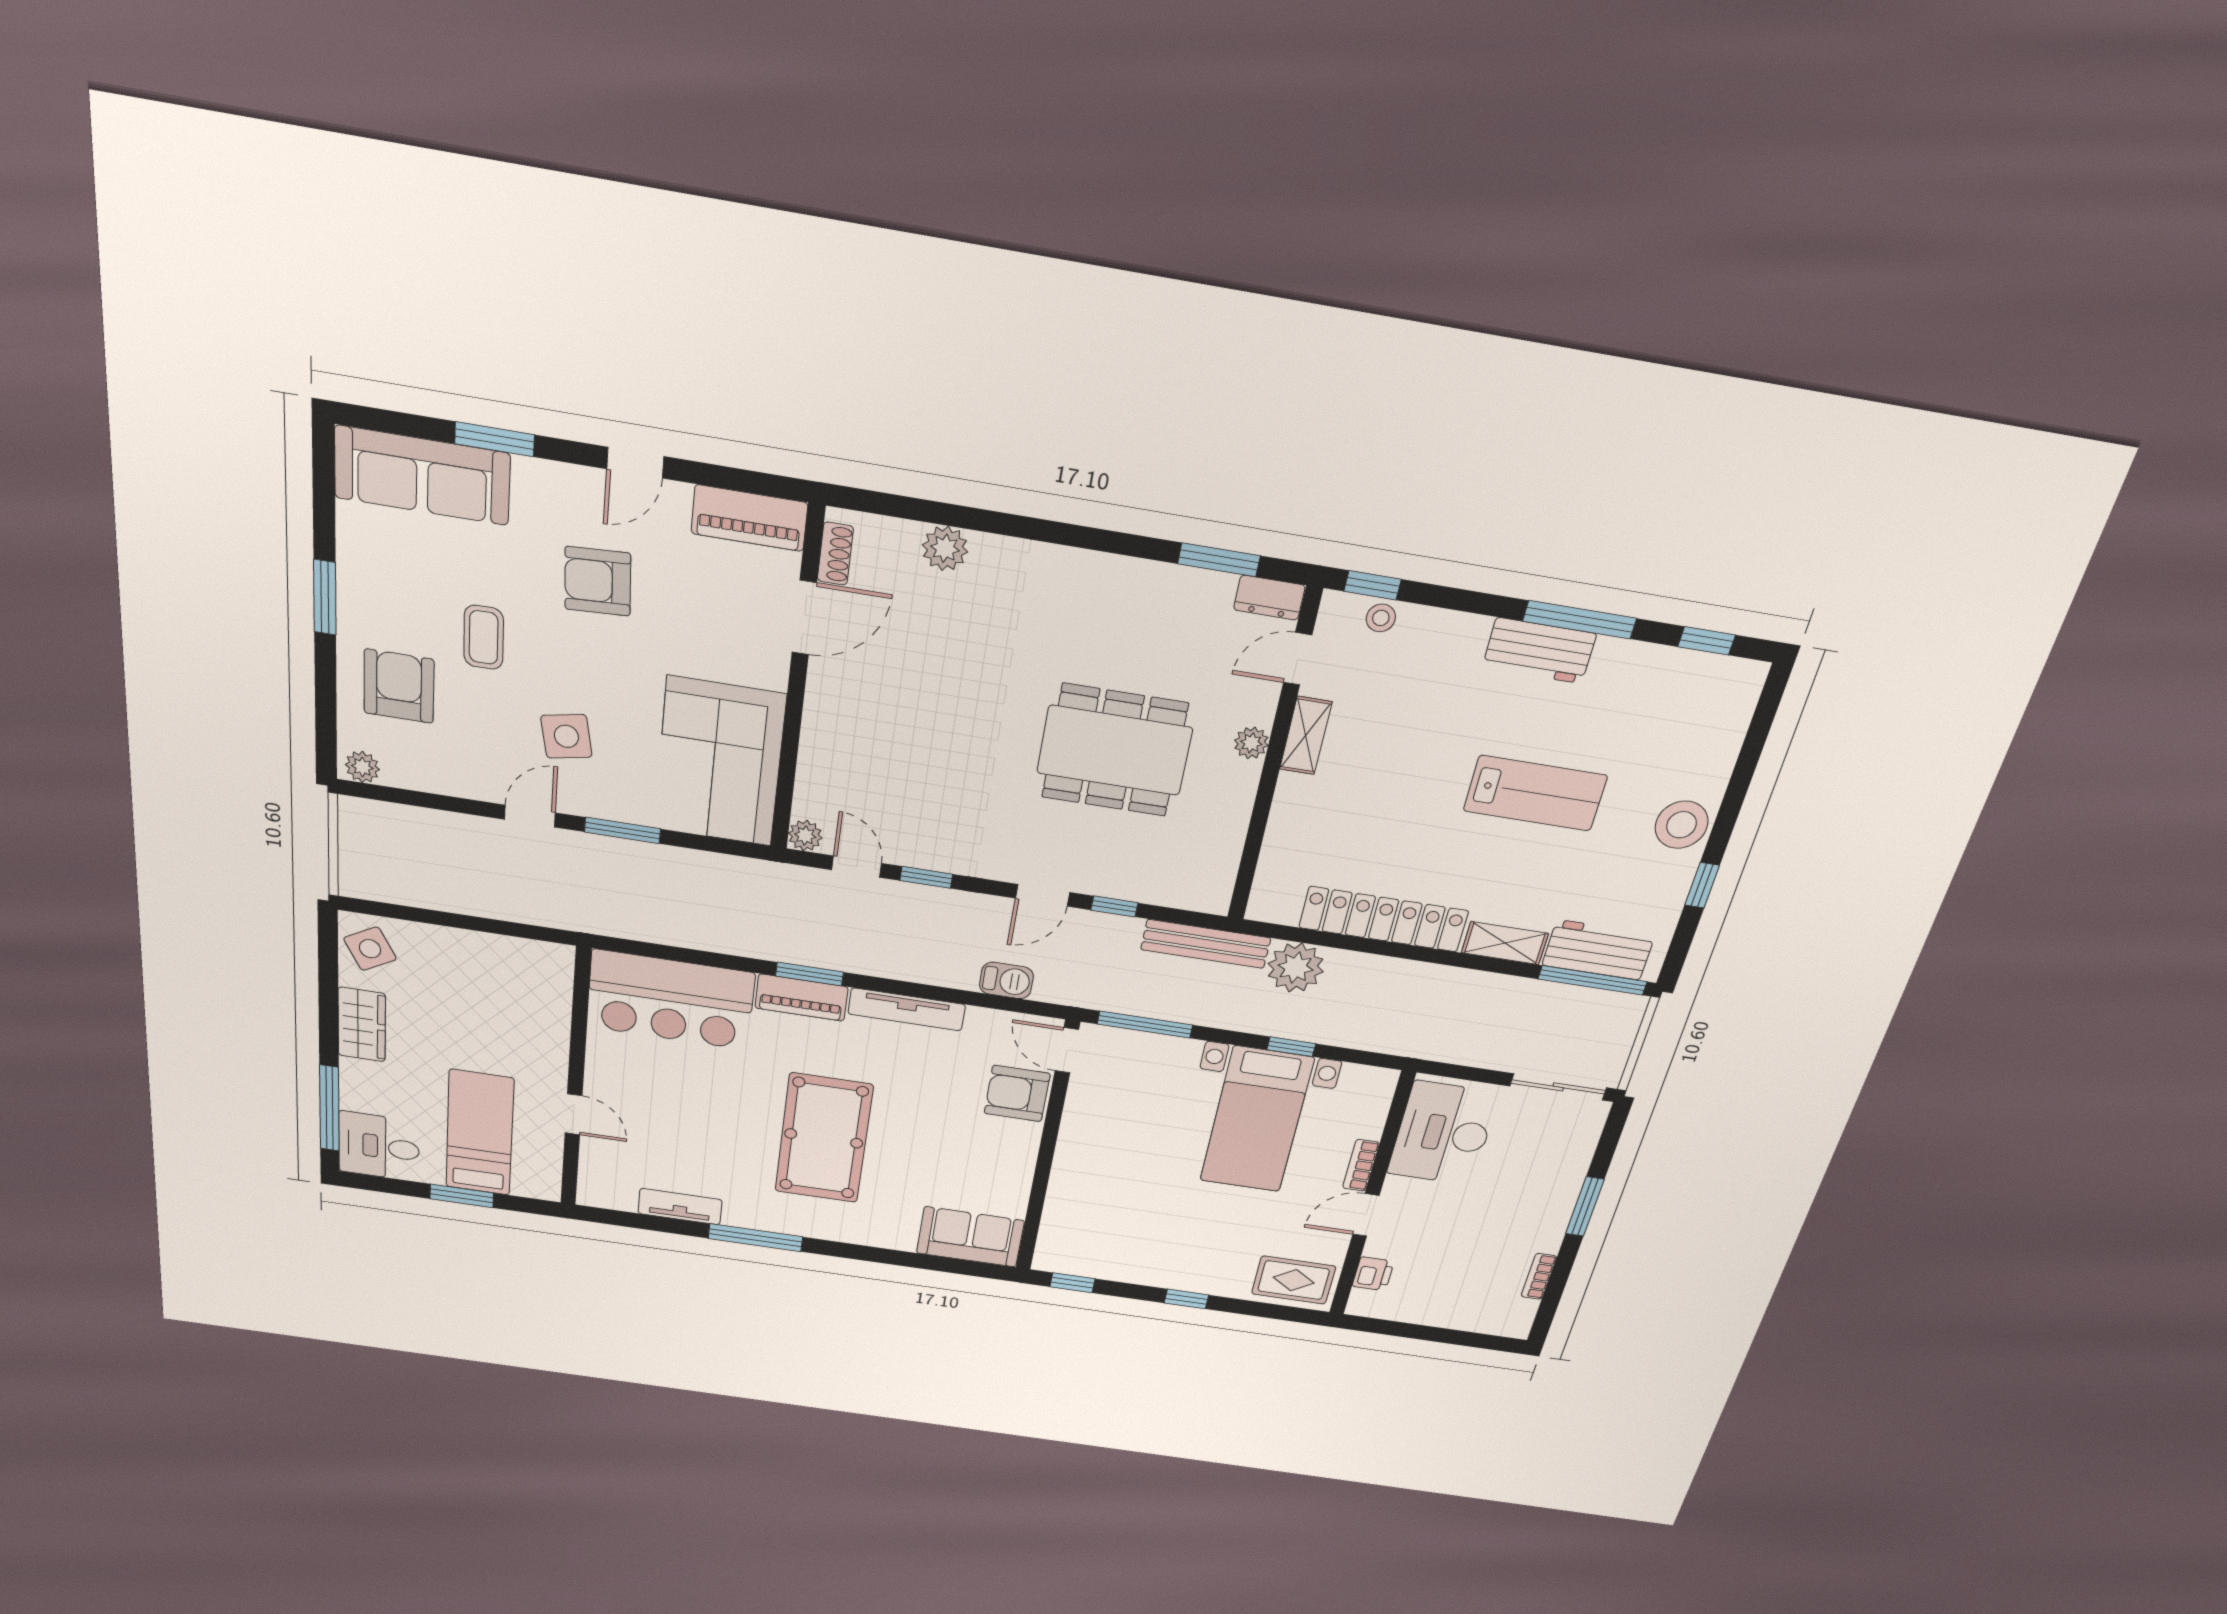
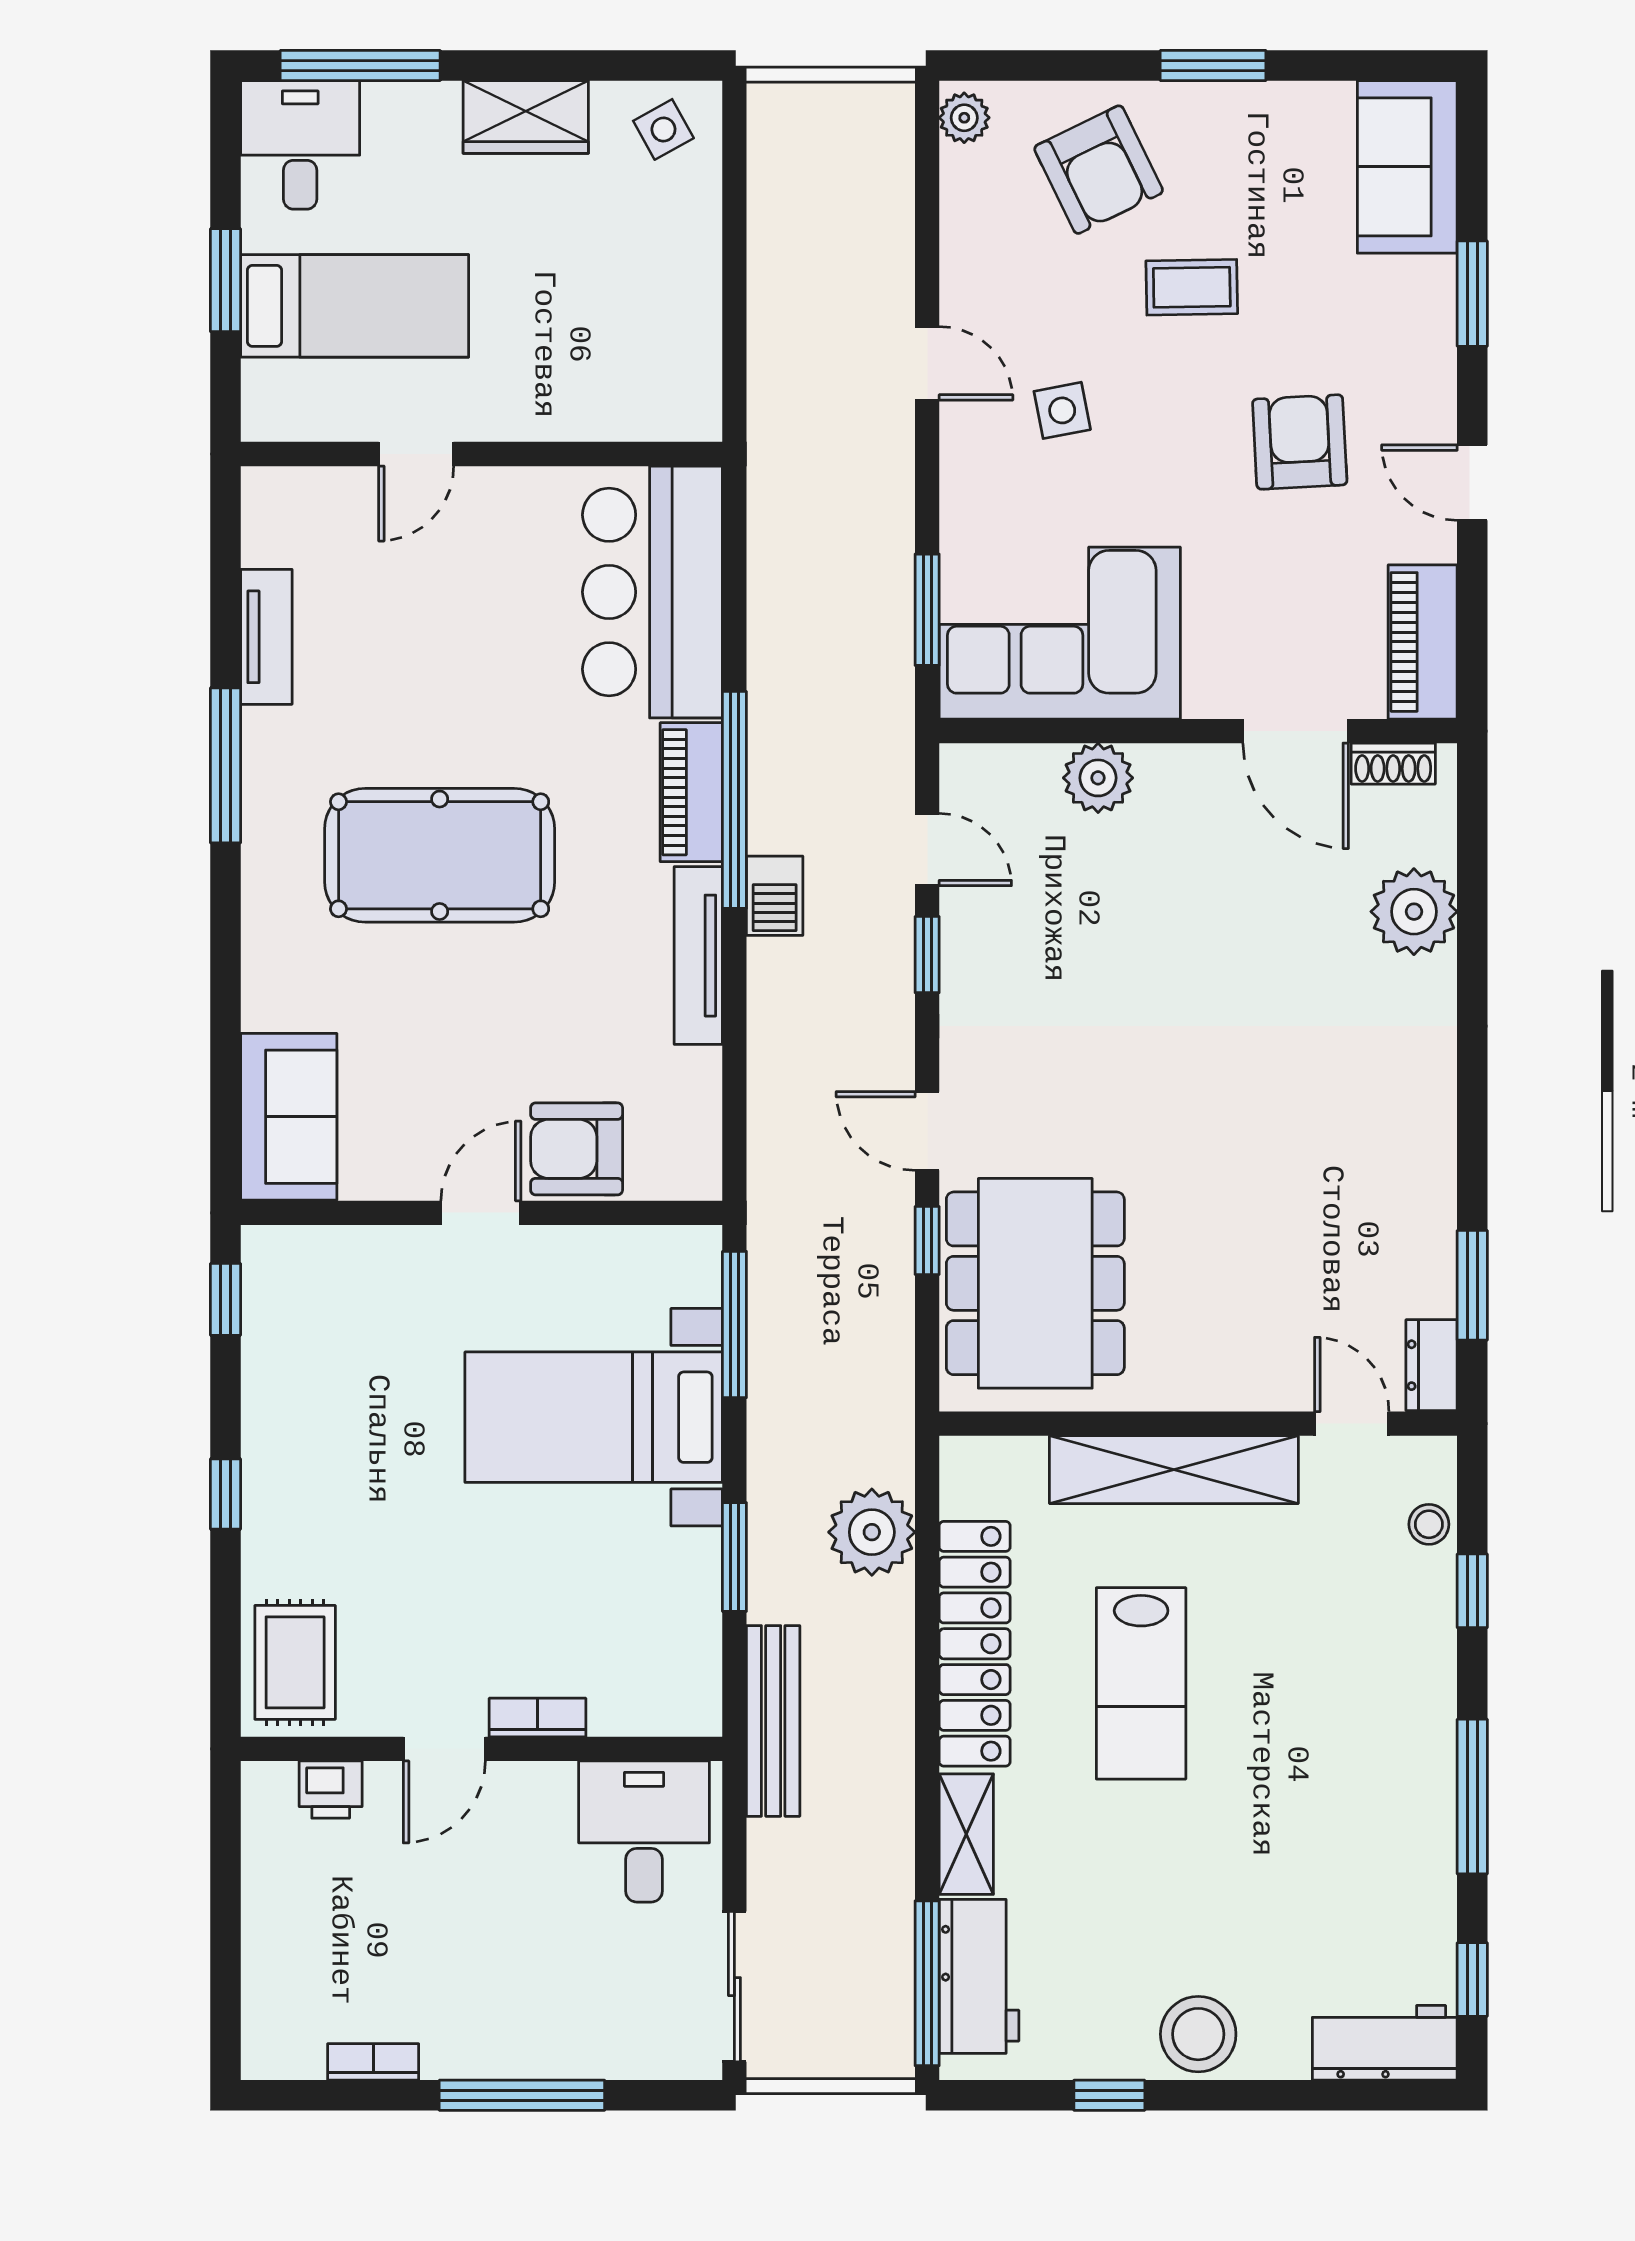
sofa: (422, 475) -> (1407, 167), width x0.73
plant: (945, 548) -> (1414, 912), width x1.36, depth x1.36
window: (1373, 585) -> (1472, 1591), moved
workbench: (1539, 651) -> (1385, 2043), moved, turned 90
armchair: (399, 686) -> (1099, 170), turned 64
side table: (566, 736) -> (1062, 410), width x0.73, depth x0.73
shelving: (1306, 736) -> (1174, 1470), width x2.20, depth x1.33
plant: (1251, 743) -> (1218, 1387), removed
dining table: (1115, 750) -> (1035, 1283), moved
lab bench: (1535, 793) -> (1141, 1683), moved
window: (623, 830) -> (927, 610), moved
plant: (805, 836) -> (1098, 778), moved, width x1.38, depth x1.38
door: (857, 867) -> (927, 850), hinge flipped
bench: (1206, 944) -> (773, 1721), moved
side table: (370, 949) -> (663, 129), width x0.73, depth x0.73
window: (809, 974) -> (734, 800), width x2.11
barbecue: (1006, 980) -> (775, 896), moved
window: (1291, 1047) -> (734, 1557), width x1.50
door: (1067, 1050) -> (481, 1213), moved
armchair: (1017, 1093) -> (577, 1149), turned -90
bed with nightstands: (1257, 1120) -> (594, 1417), moved
desk: (1443, 1133) -> (644, 1831), width x0.73
window: (1585, 1207) -> (522, 2095), width x1.44
door: (1366, 1215) -> (444, 1749), swing flipped

